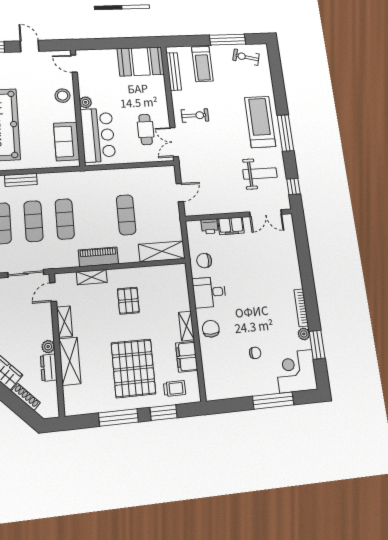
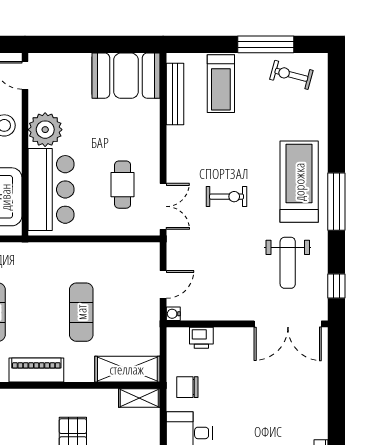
plant: (86, 102) -> (45, 130), width x1.88, depth x1.88
exercise bike: (195, 115) -> (227, 197), moved
double door: (174, 142) -> (163, 206), swing flipped
weight bench: (260, 173) -> (288, 263), turned 90
water cooler: (189, 212) -> (173, 314), added
double door: (266, 213) -> (288, 324), width x1.37
filing cabinet: (231, 226) -> (233, 339), removed
shelving: (92, 277) -> (139, 398), moved

